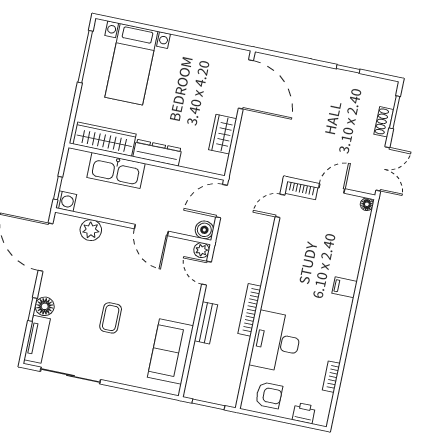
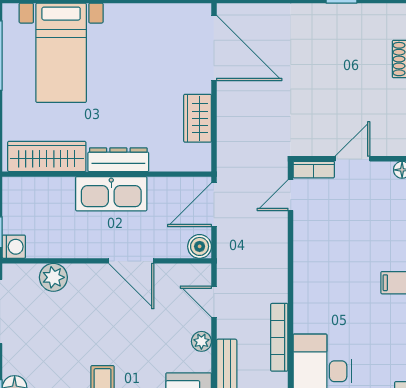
kitchen sink: (116, 170) -> (111, 194), moved
plant: (202, 250) -> (201, 341), moved

